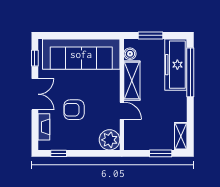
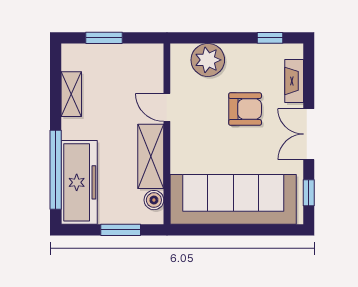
shelving: (181, 136) -> (71, 94), moved
plant: (109, 140) -> (208, 60), moved

